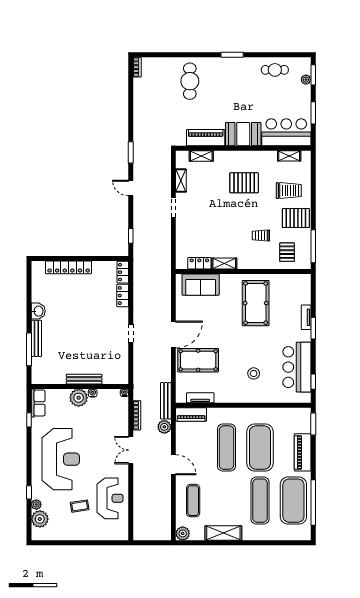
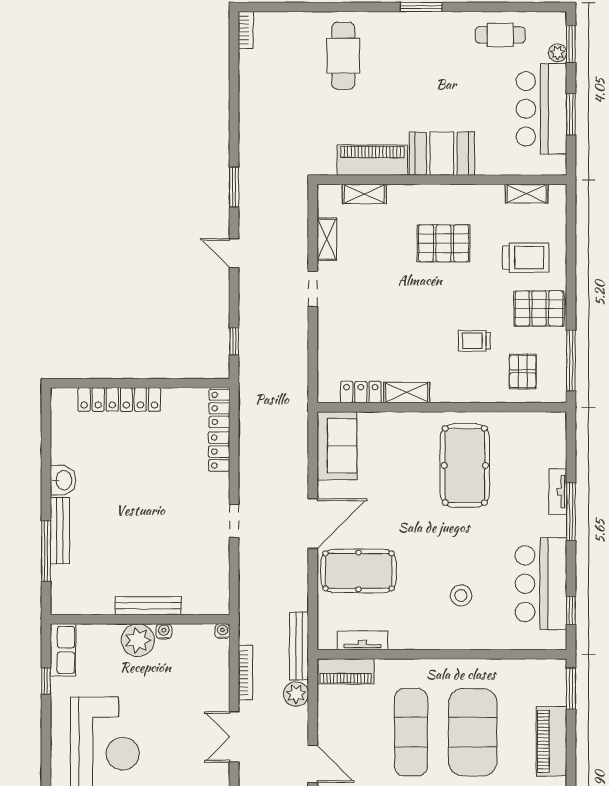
bar counter: (286, 132) -> (541, 109), moved, turned -90
sofa: (201, 285) -> (337, 446), moved, turned -90
window: (313, 328) -> (571, 512), width x1.44

